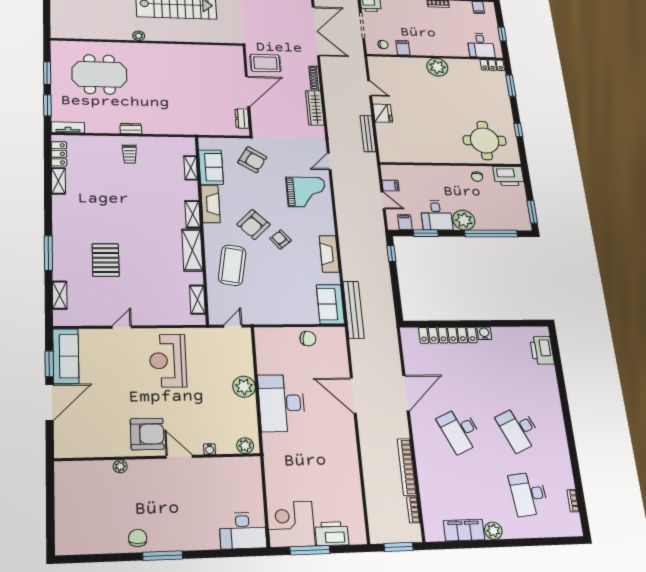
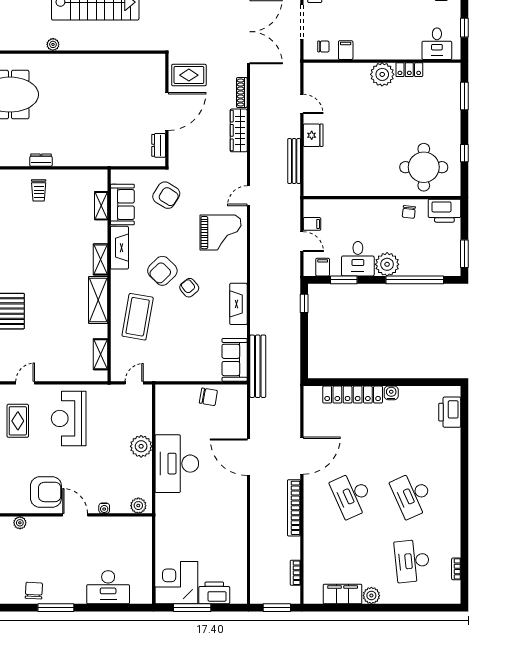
locker: (492, 65) -> (409, 70), moved
rug: (115, 364) -> (18, 421), added
bookcase: (407, 467) -> (294, 508), moved
desk: (243, 531) -> (108, 587), moved

